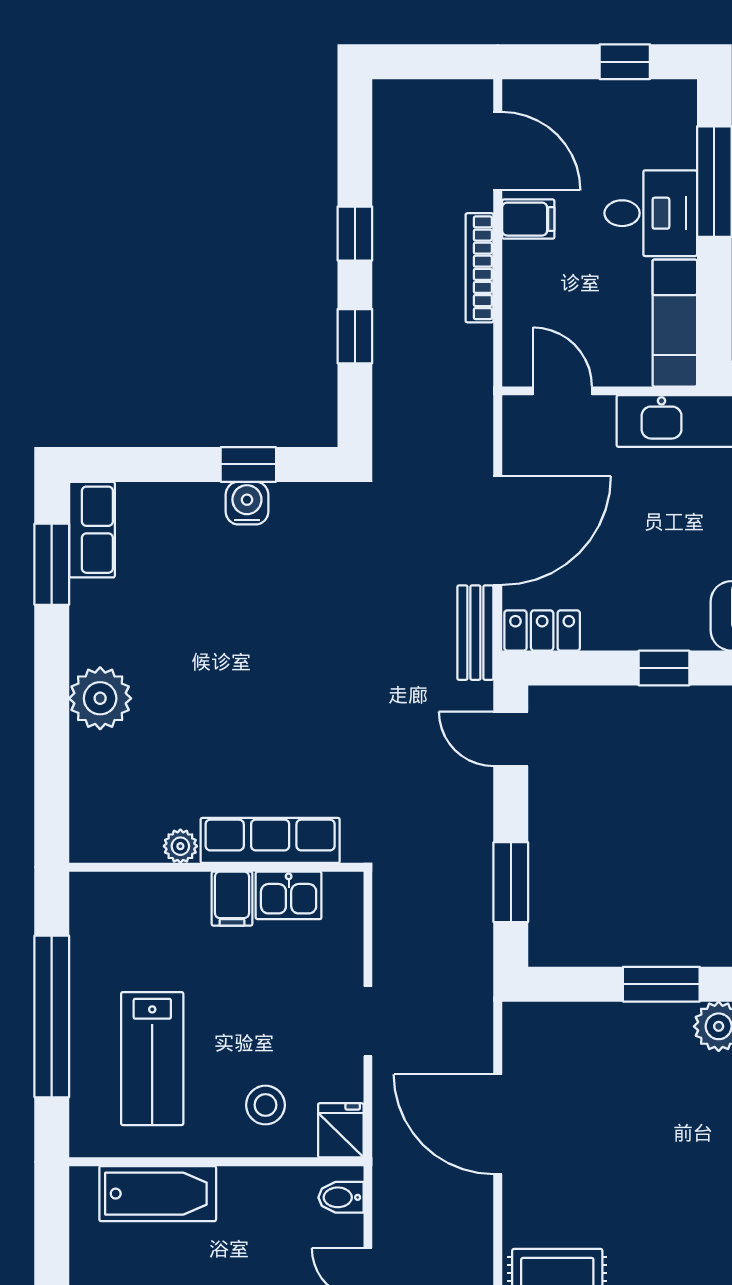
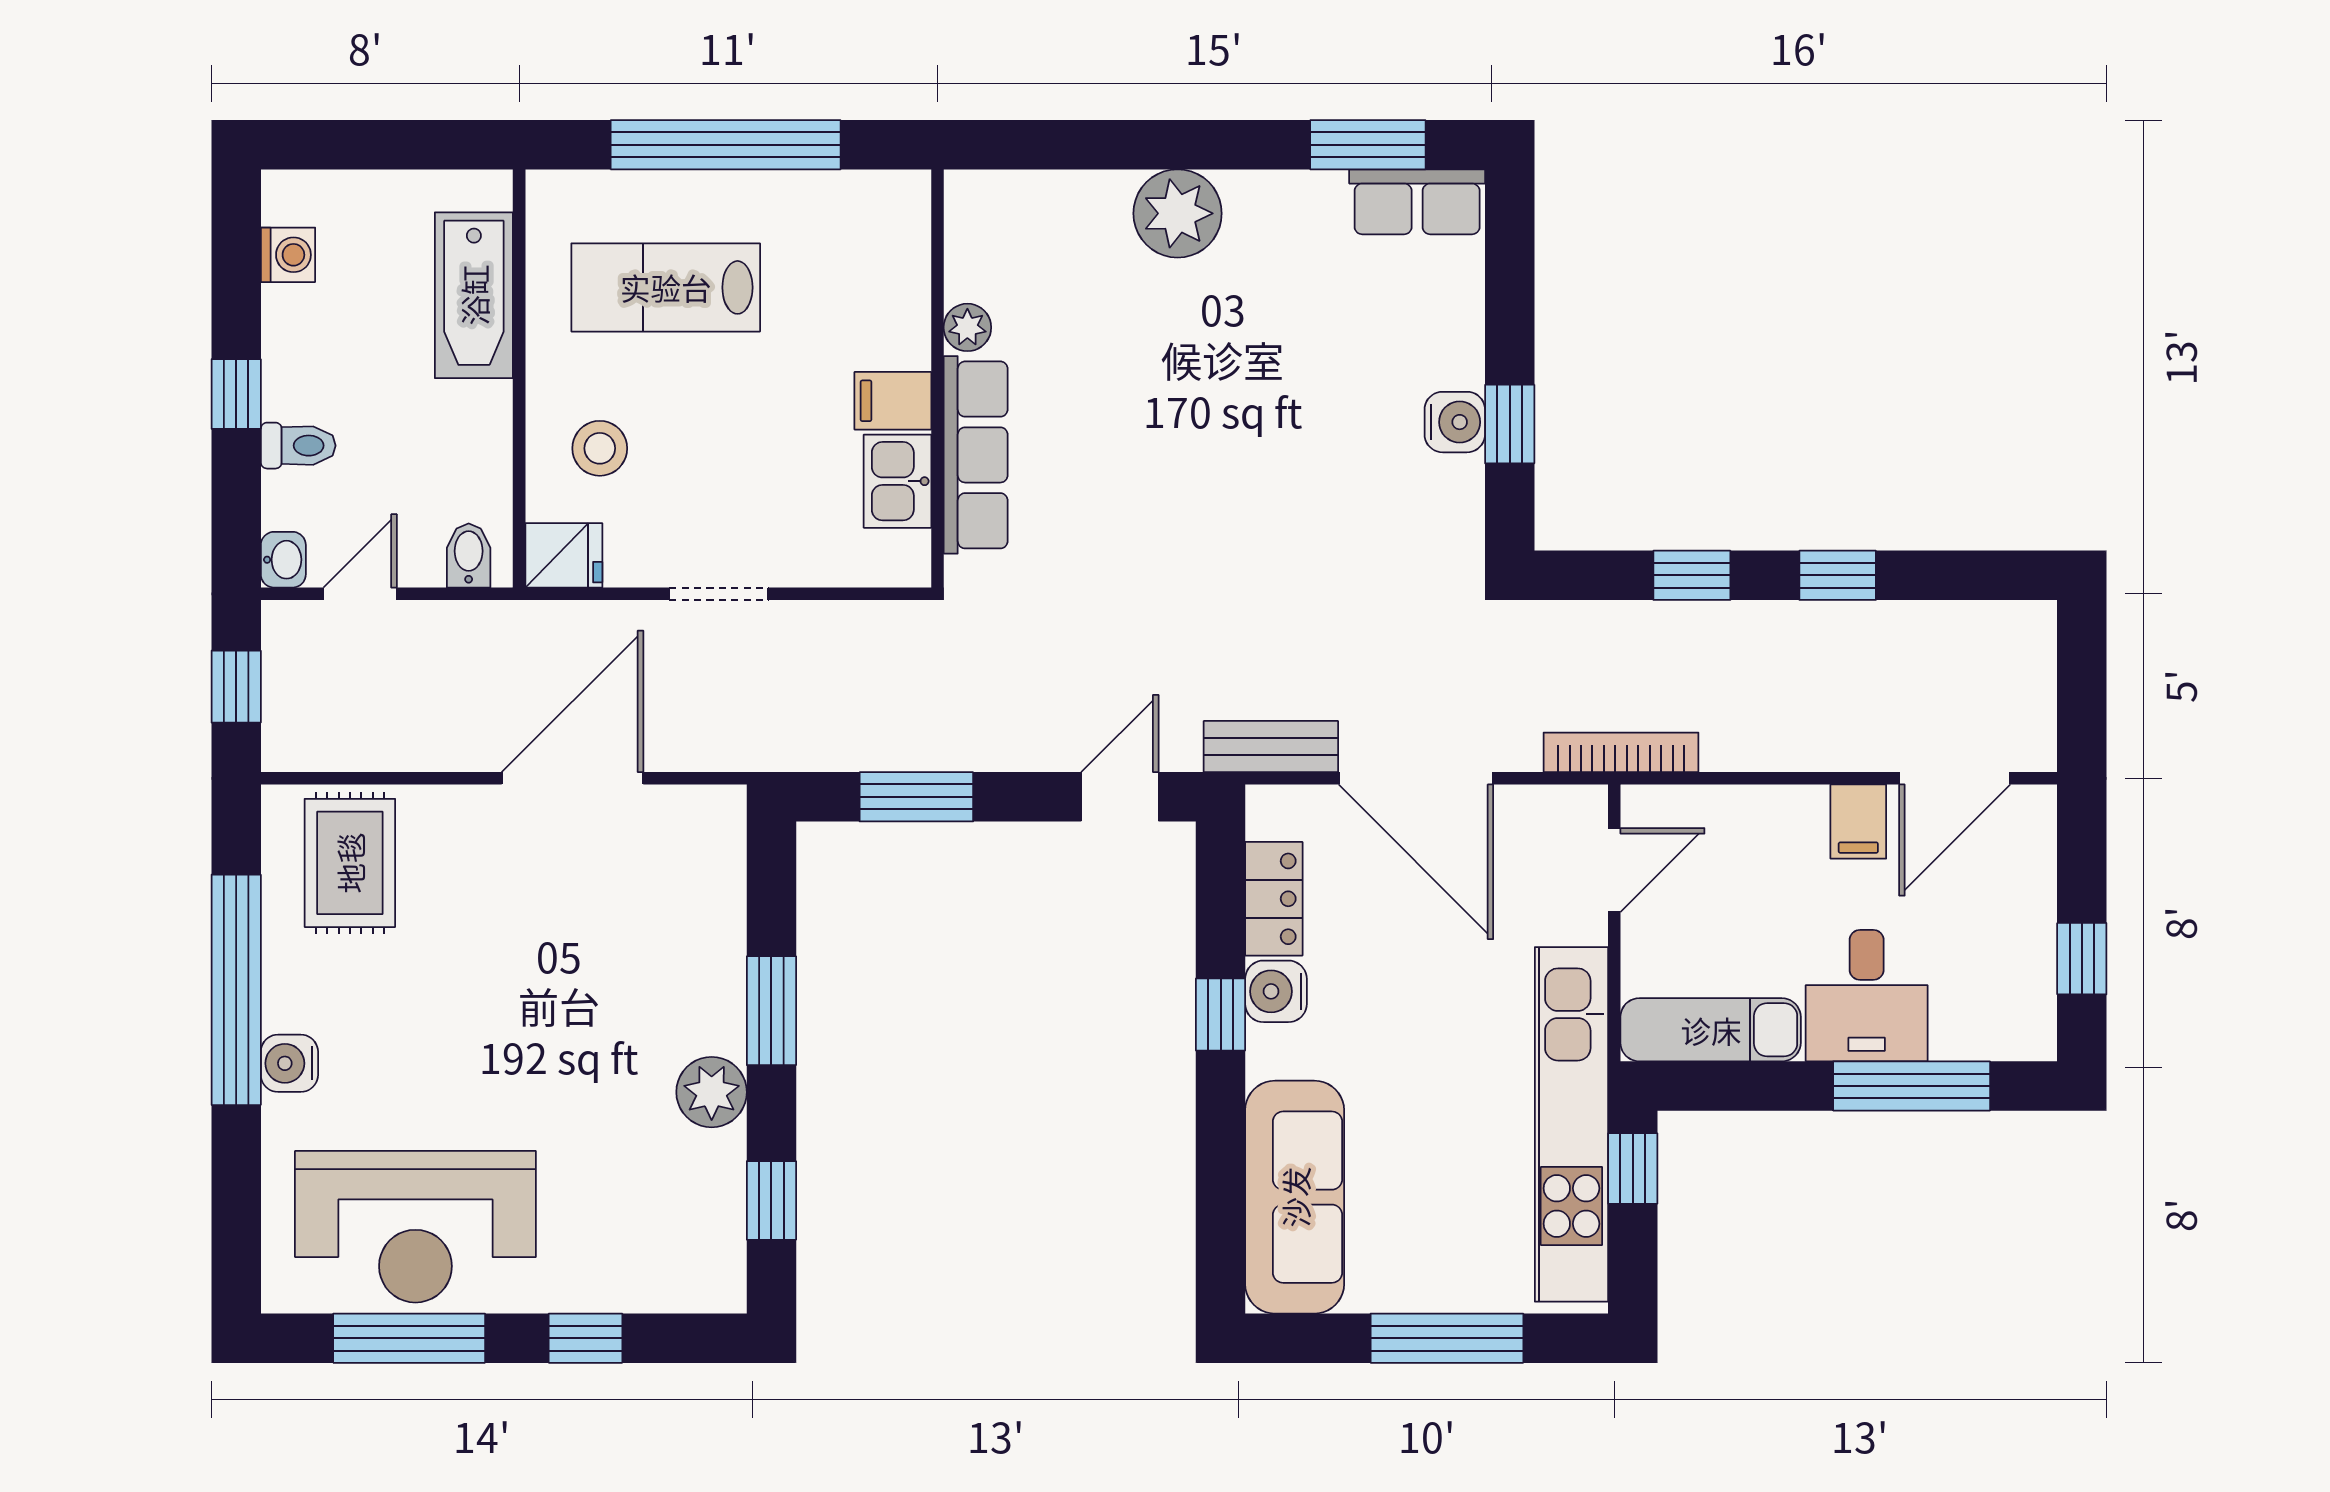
bookcase: (479, 268) -> (1621, 752), moved
water cooler: (648, 629) -> (1276, 991), added
locker: (542, 630) -> (1274, 899), moved

